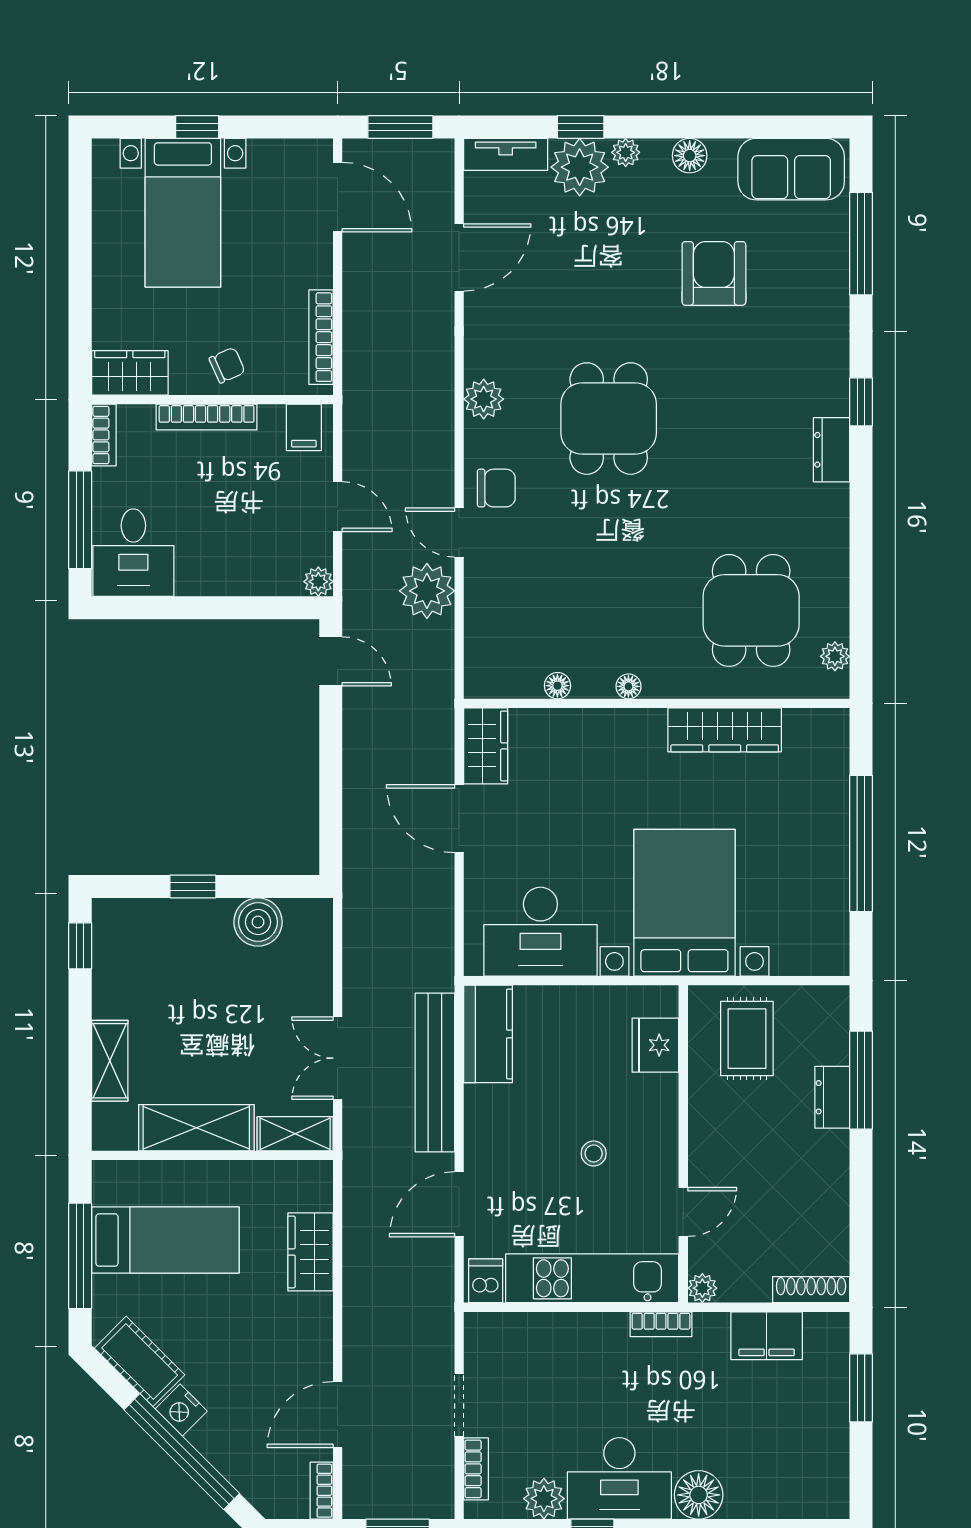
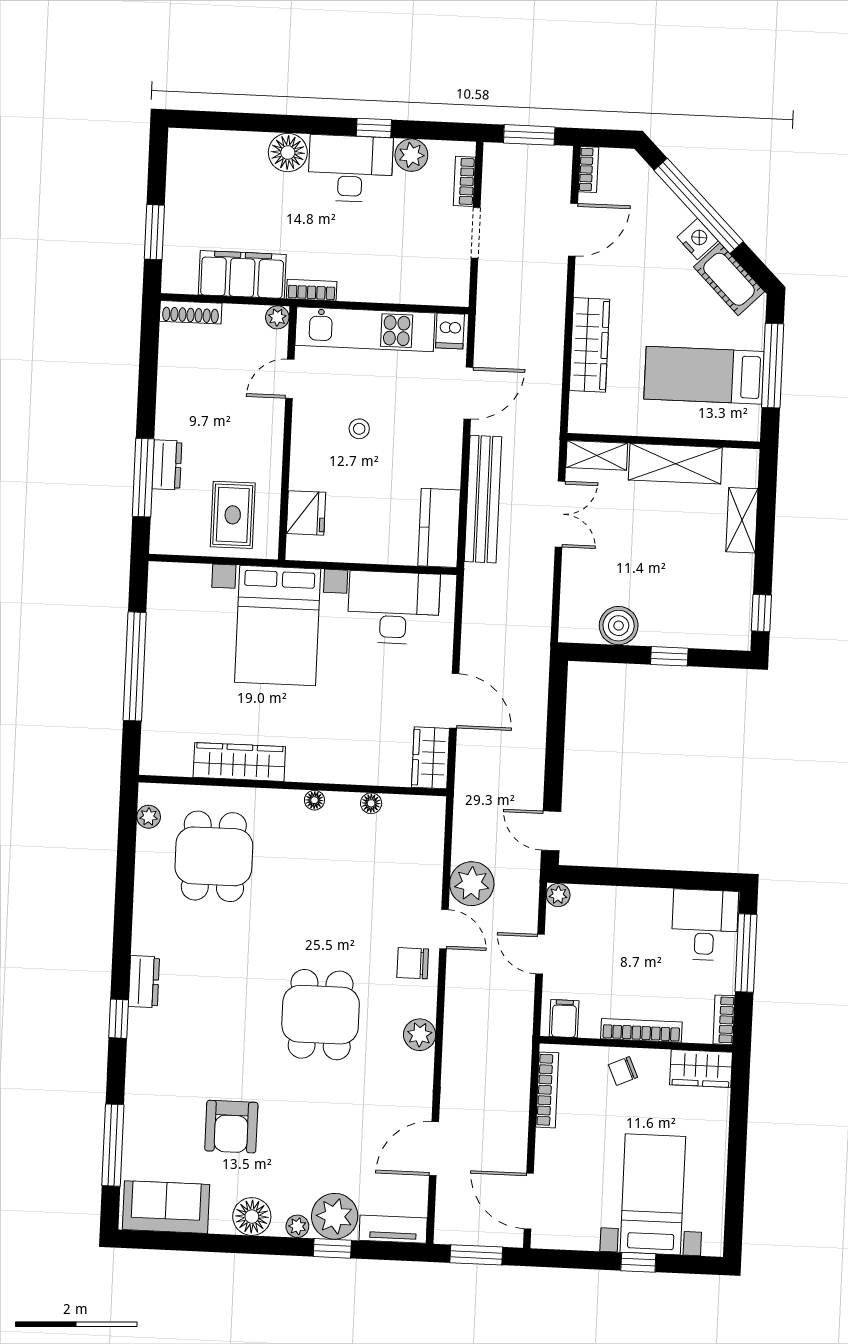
floor lamp: (690, 156) -> (252, 1217), width x1.38, depth x1.38
wardrobe: (310, 1252) -> (589, 345), width x1.50
filing cabinet: (767, 1336) -> (242, 275), width x1.50, depth x1.17

